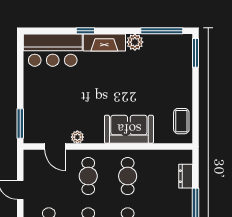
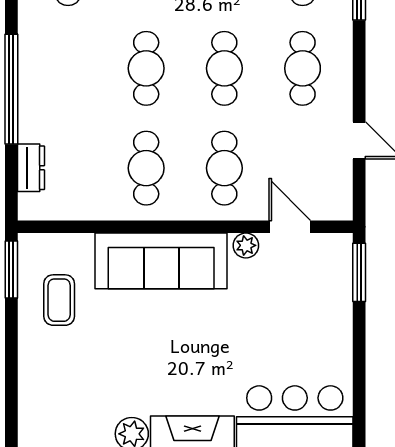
window: (196, 53) -> (11, 269), moved
coffee table: (181, 121) -> (59, 300), moved
sofa: (129, 129) -> (161, 261), width x1.36

